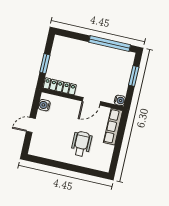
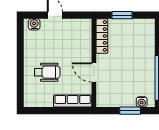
water cooler: (120, 100) -> (142, 102), moved
water cooler: (44, 105) -> (34, 24), moved

